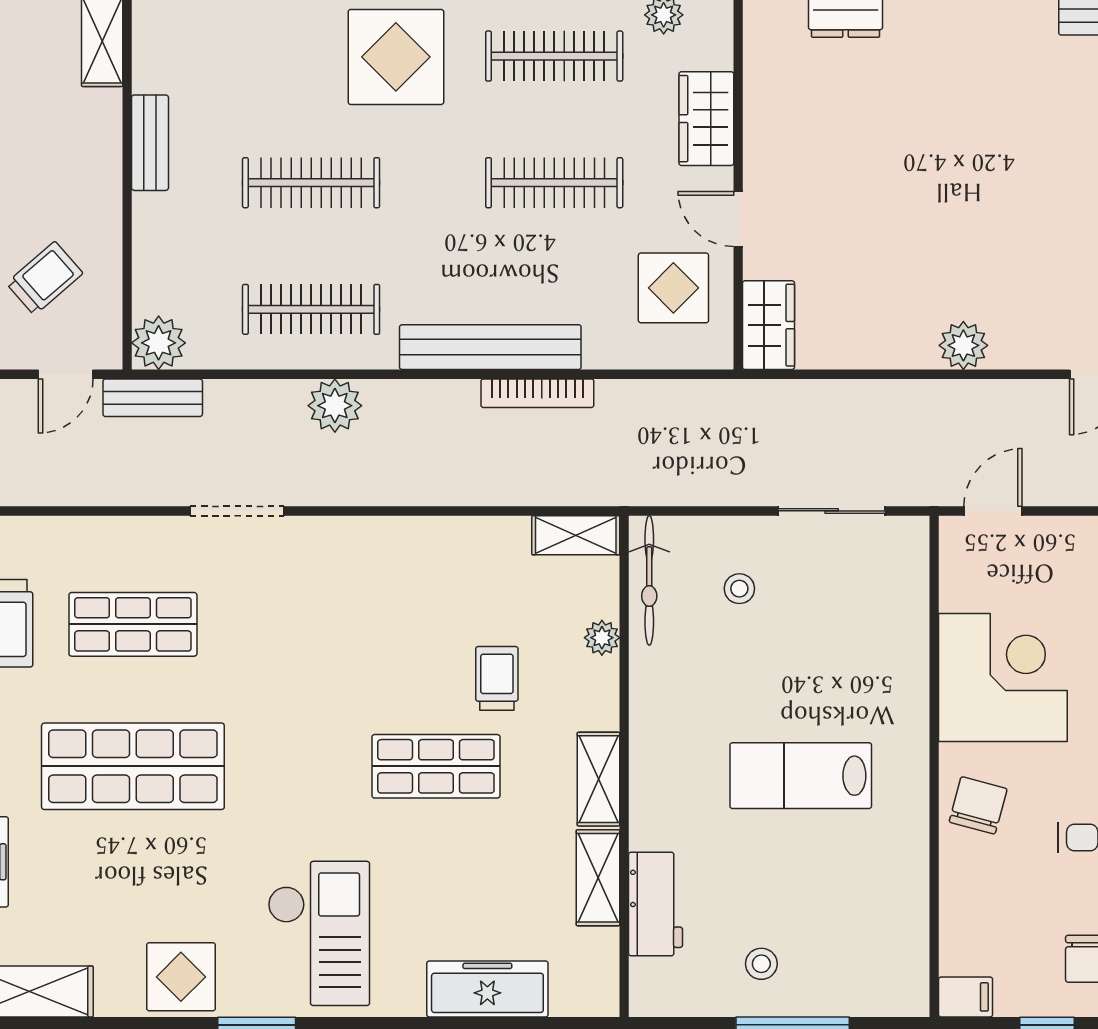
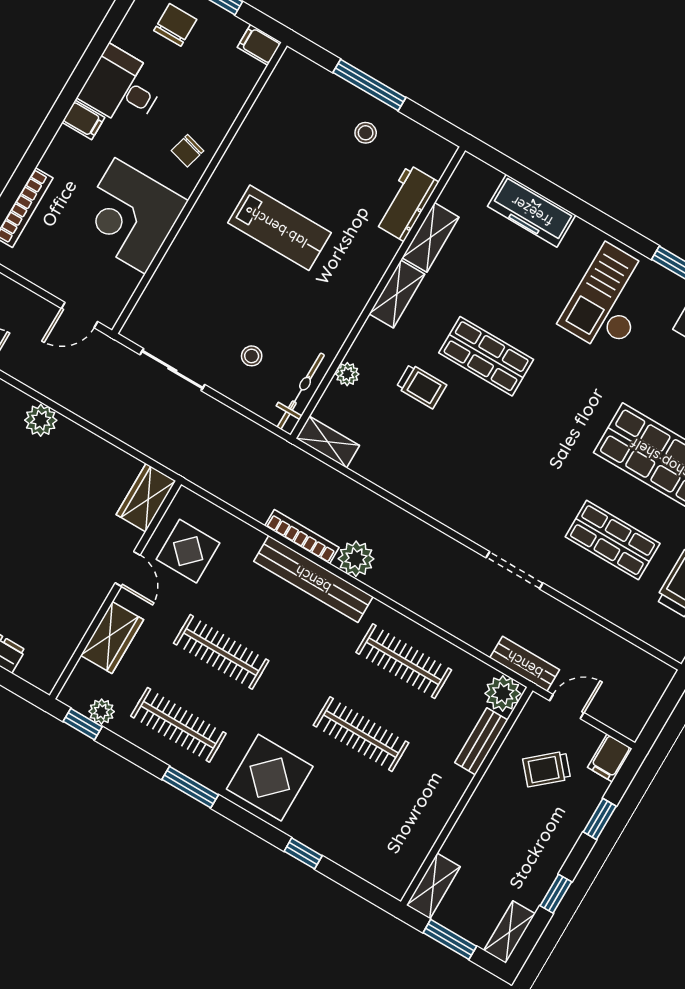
bench: (150, 143) -> (481, 741), moved
plant: (335, 406) -> (356, 559), moved
trolley: (497, 678) -> (421, 386), turned -90
chair: (978, 805) -> (187, 151), width x0.73, depth x0.73

